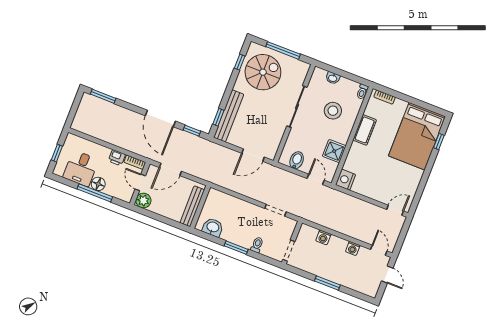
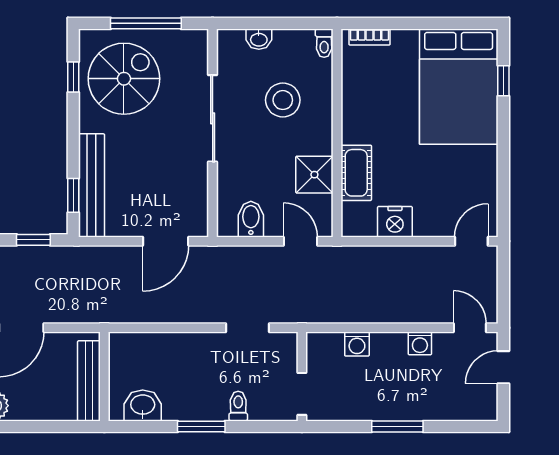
cot: (365, 130) -> (356, 173), moved
nightstand: (346, 180) -> (395, 222), moved, turned -90
door: (387, 275) -> (503, 367), swing flipped

